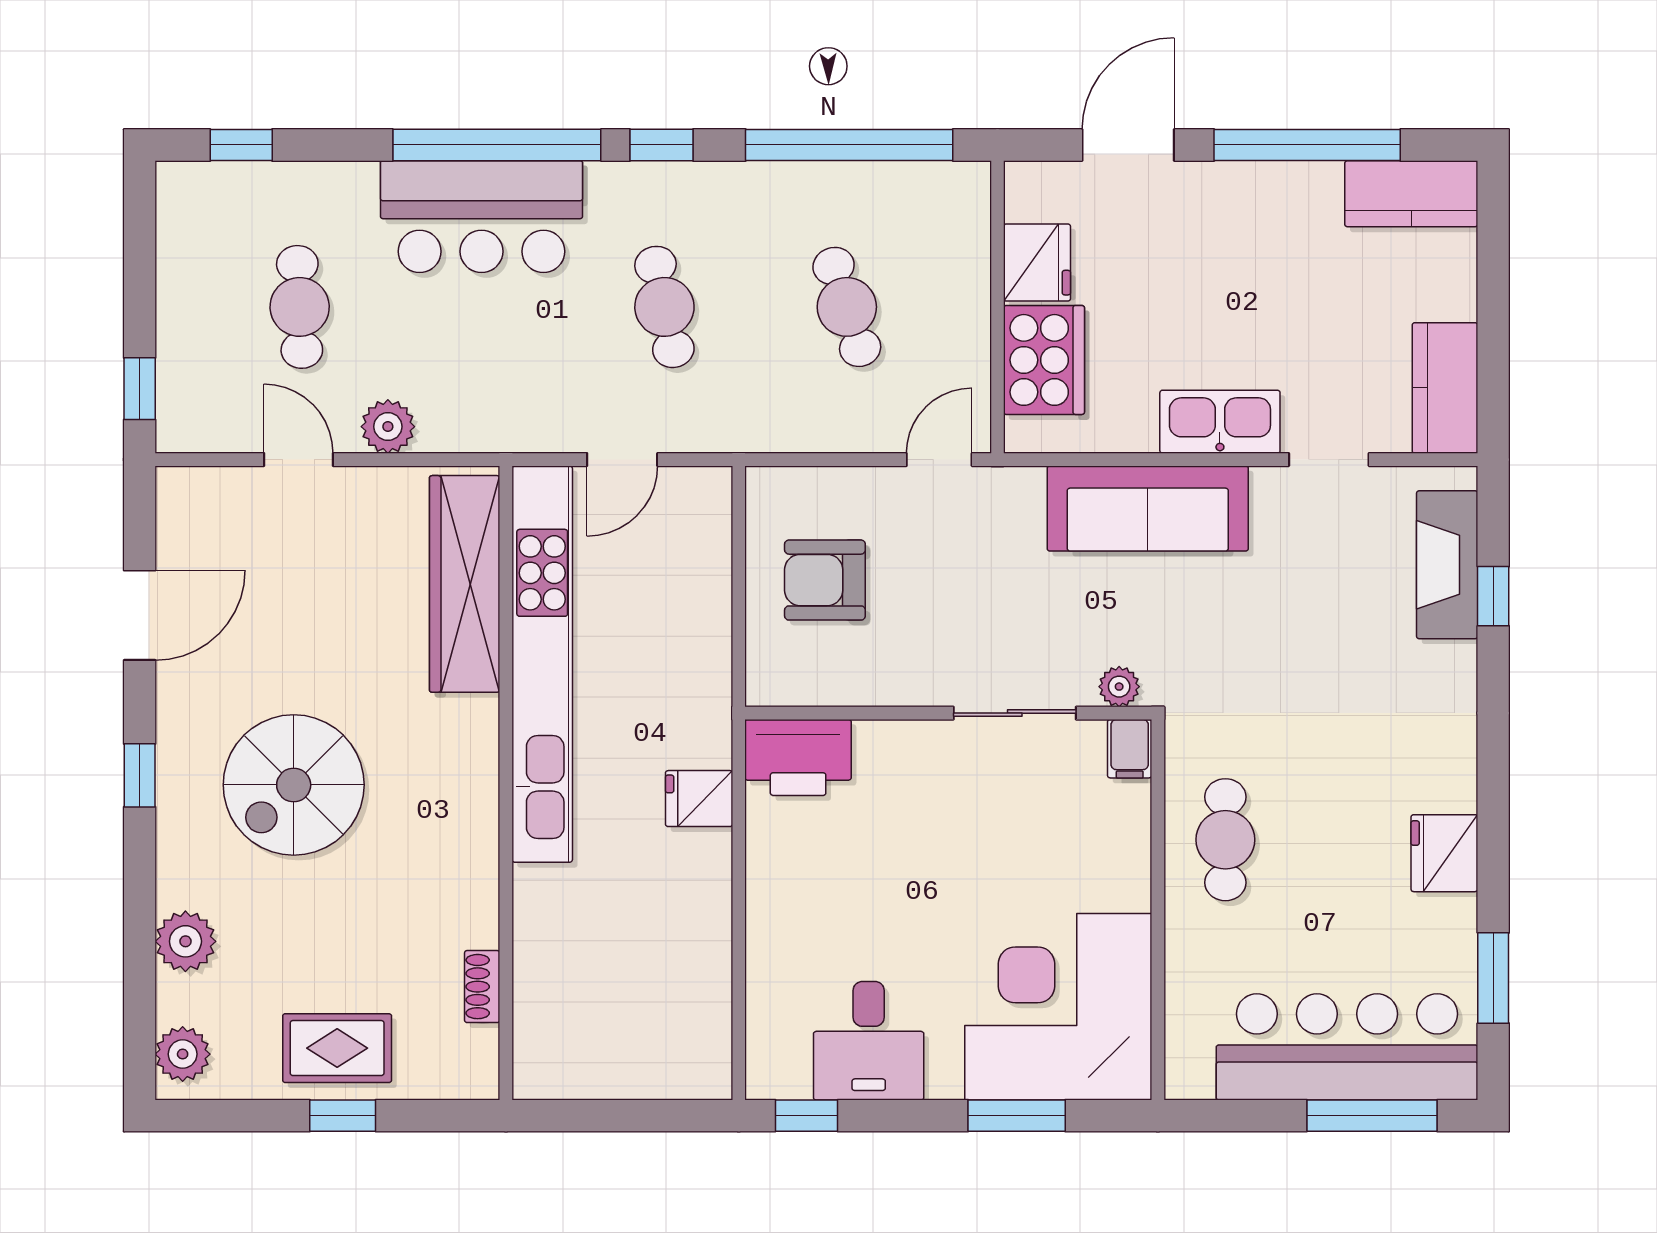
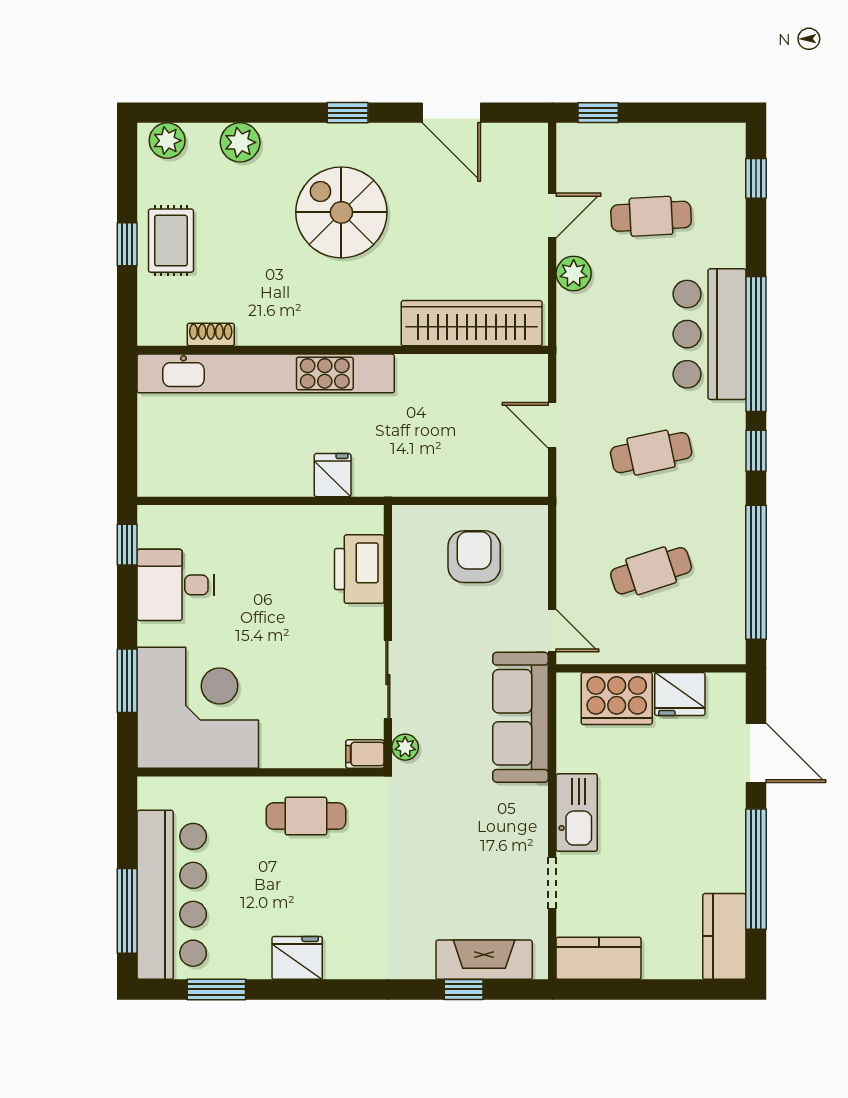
sofa: (1148, 508) -> (521, 717), moved
kitchen unit: (542, 664) -> (266, 373), moved
printer: (798, 757) -> (359, 569), moved

